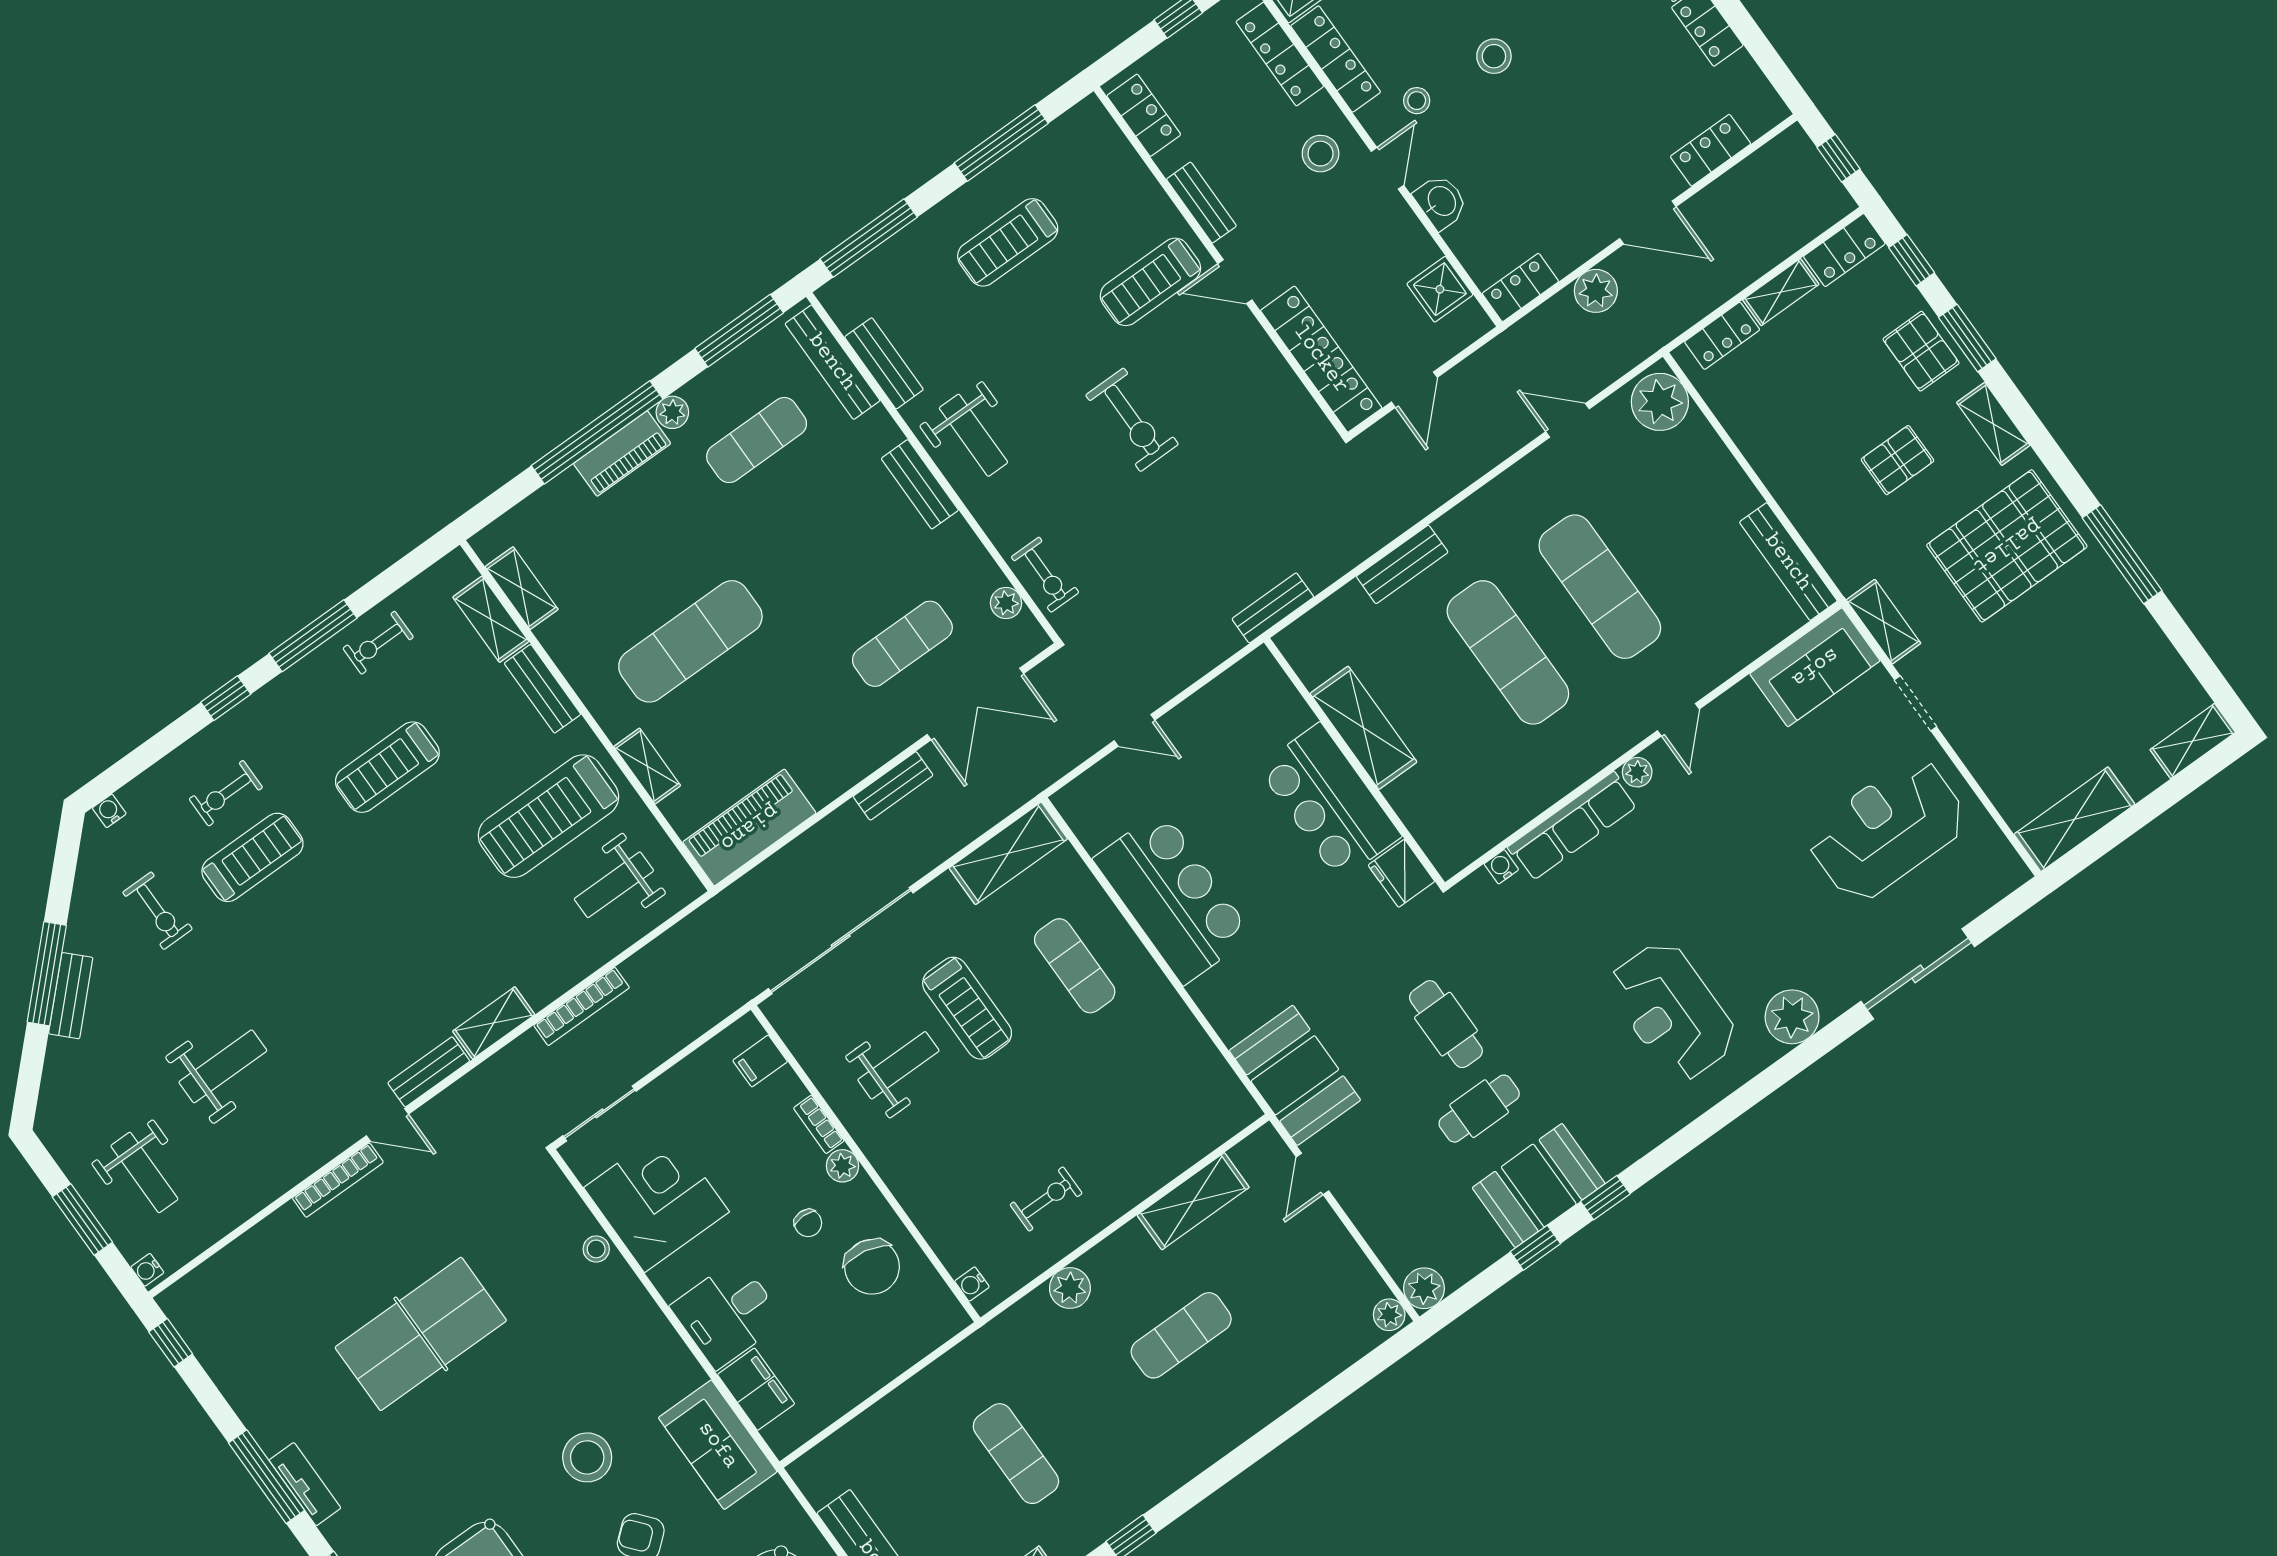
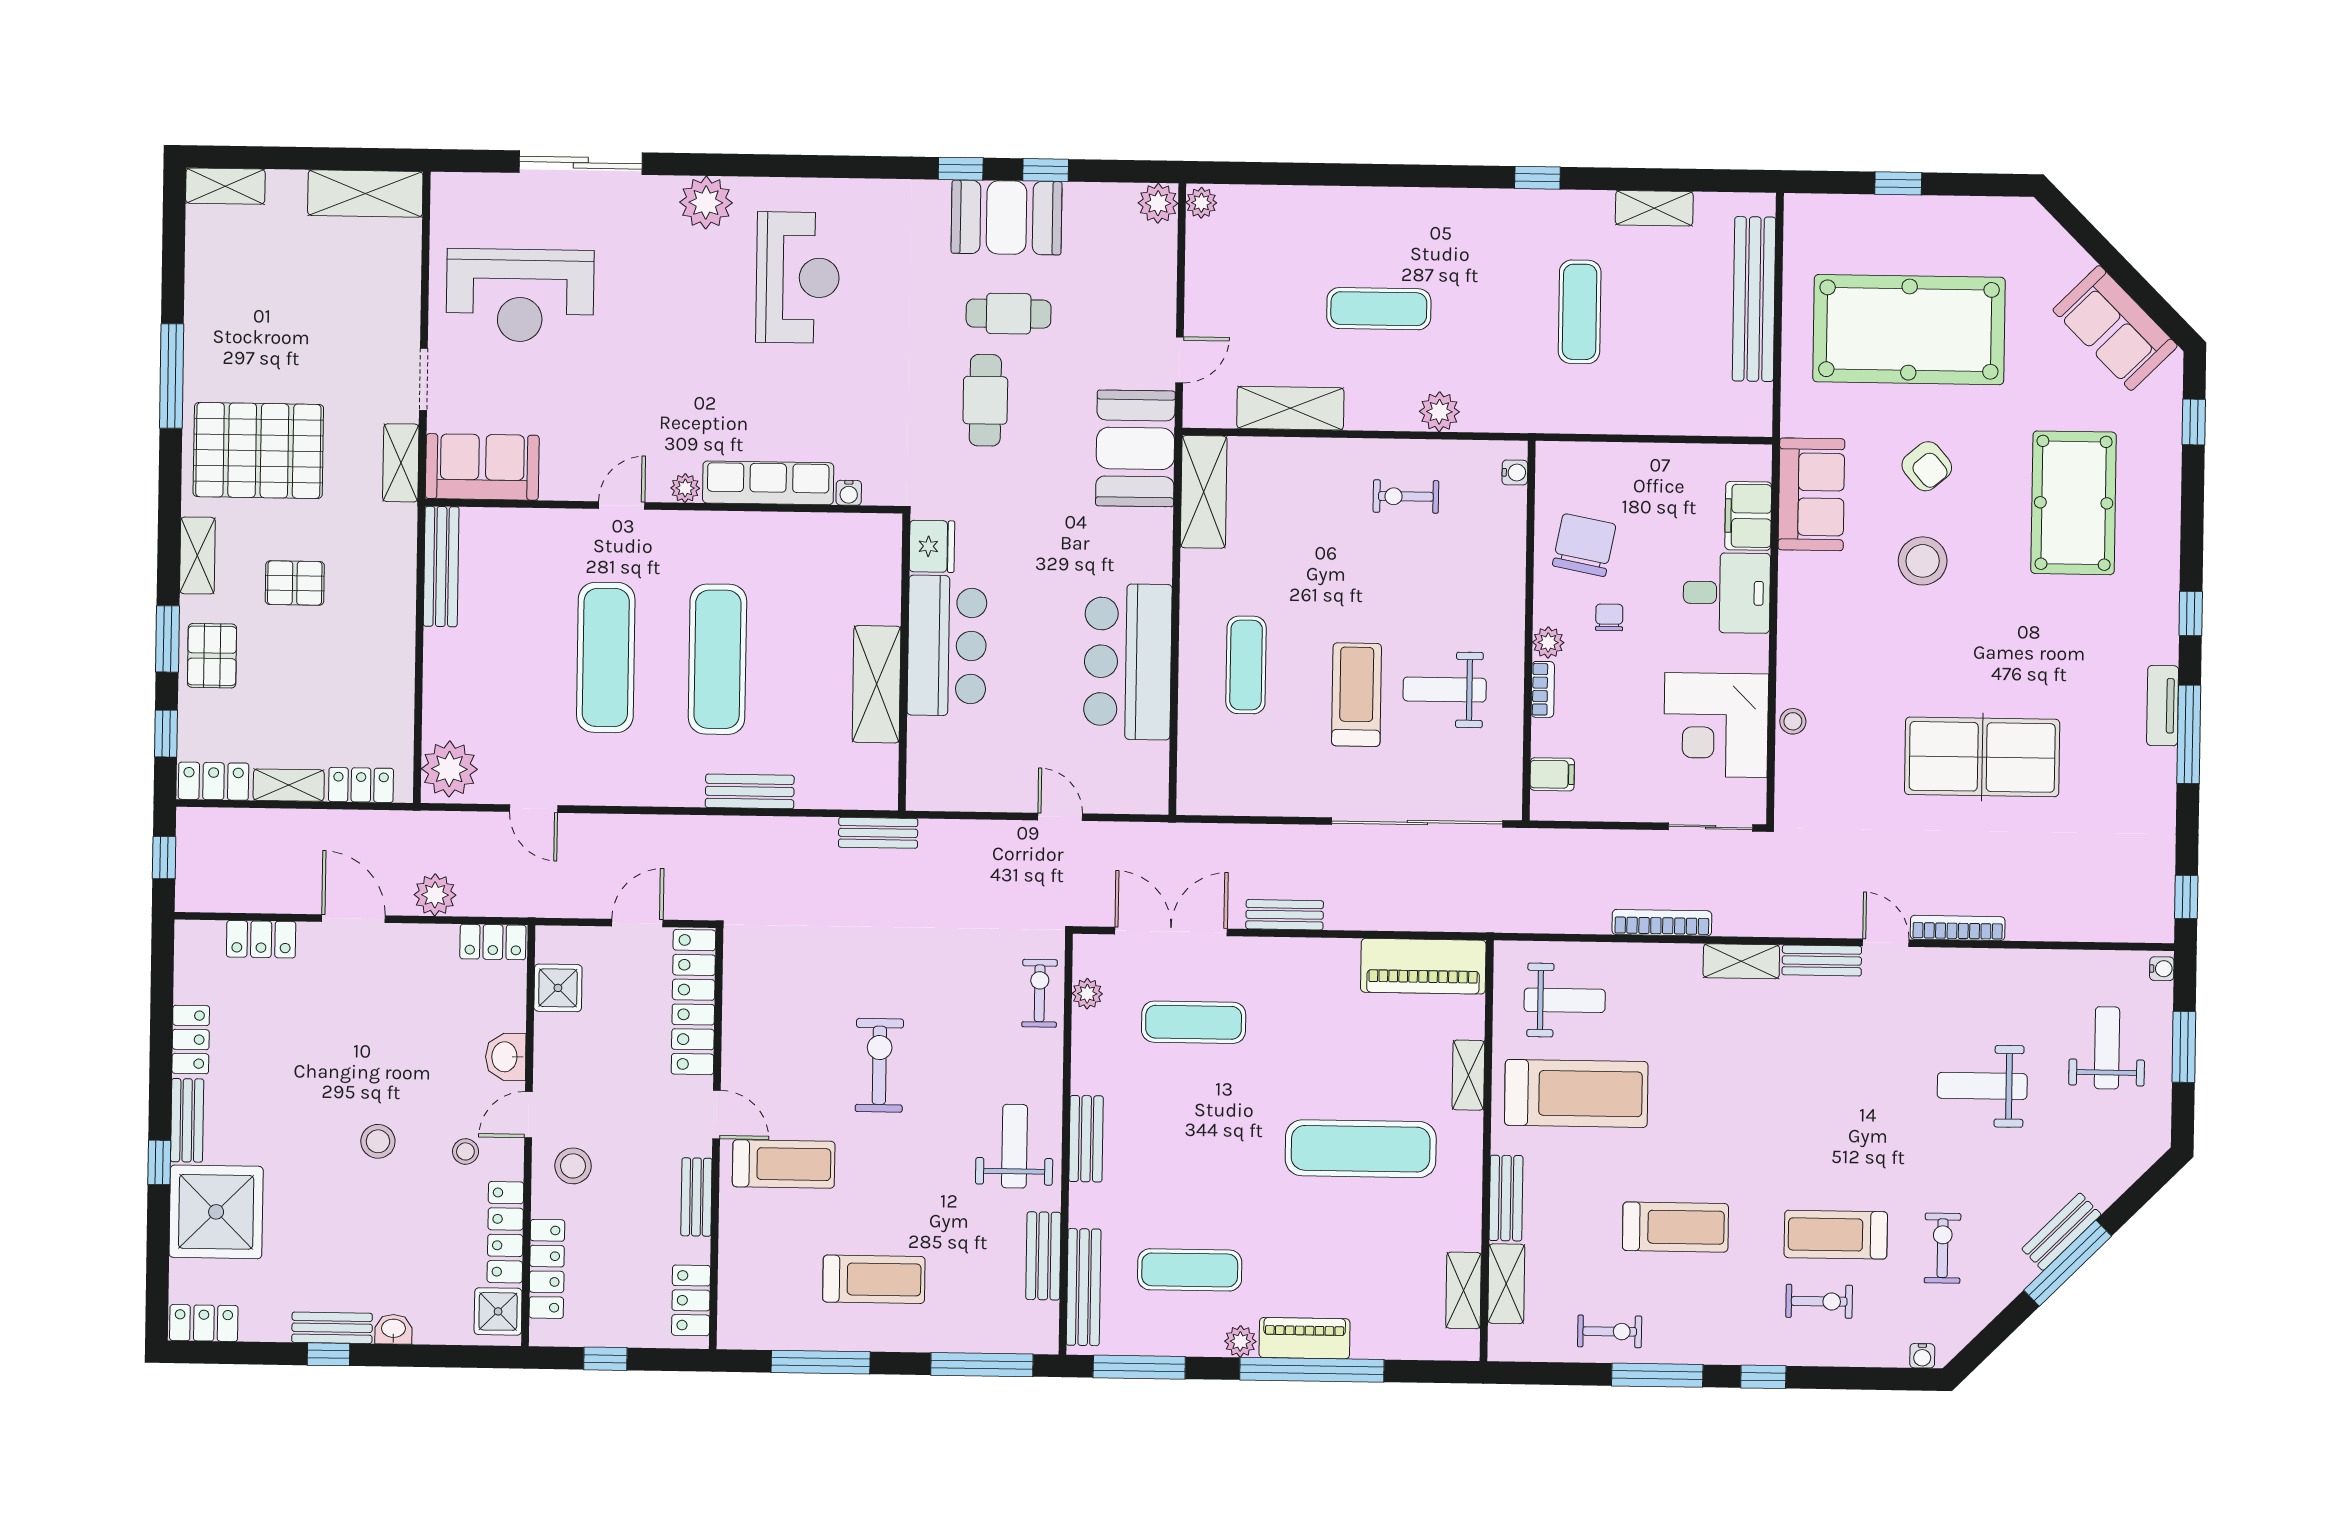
shelving: (1008, 853) -> (1204, 492), moved, turned 90

